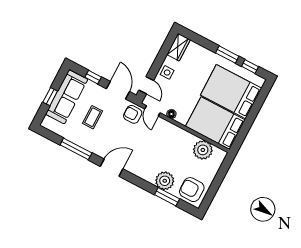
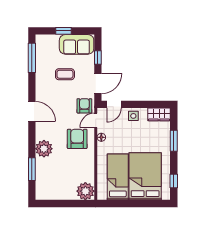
window: (227, 55) -> (174, 141), moved
sofa: (67, 97) -> (77, 44), width x0.73
bed: (215, 123) -> (118, 177), width x0.67
window: (76, 149) -> (32, 58), moved
plant: (203, 150) -> (85, 191), moved
plant: (165, 181) -> (44, 149), moved
armchair: (192, 190) -> (77, 139), moved

